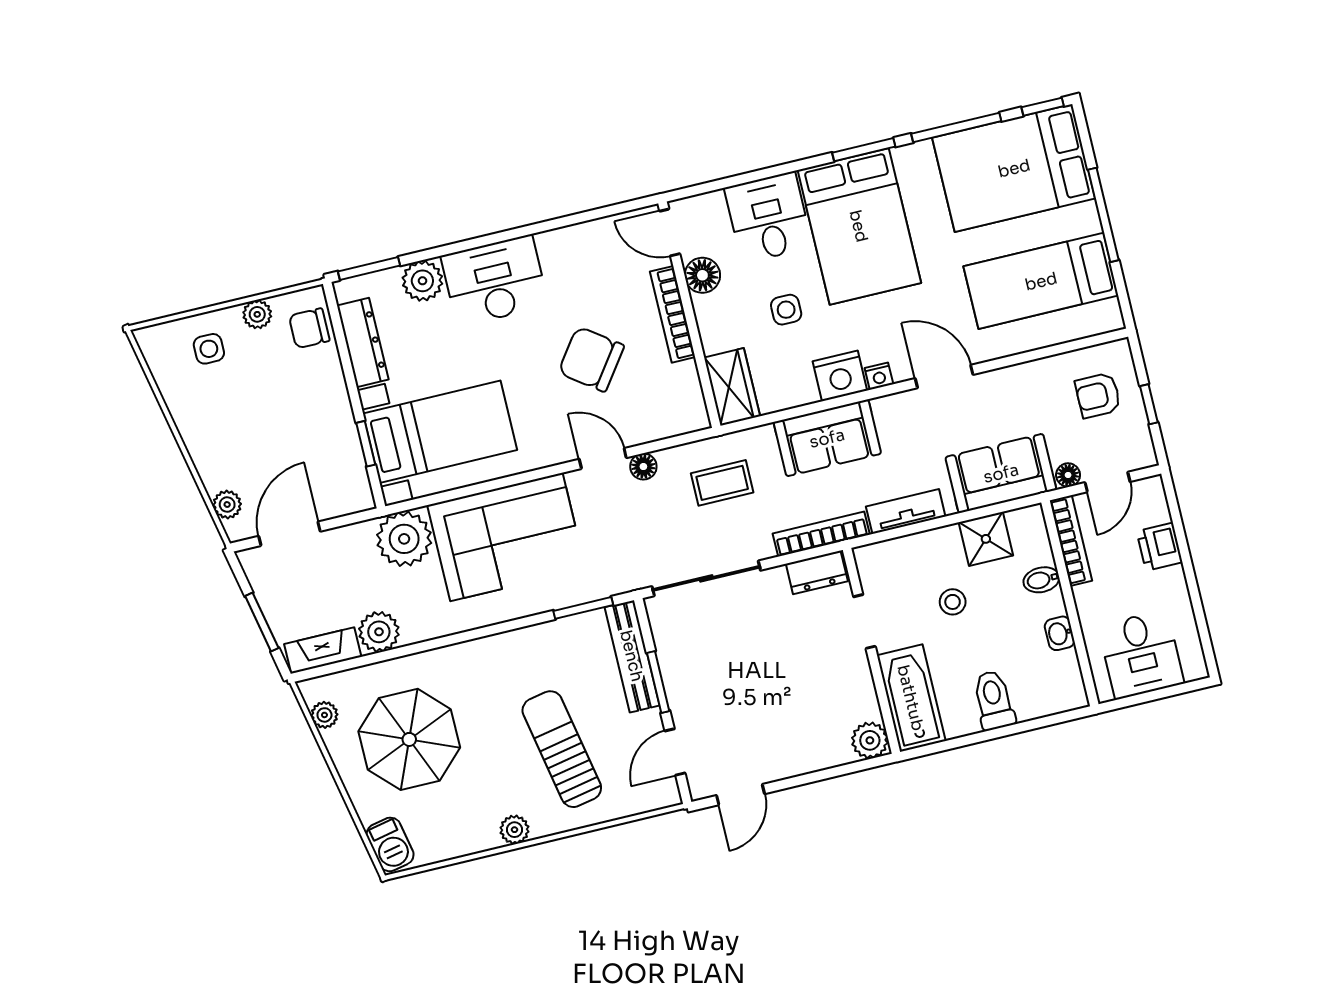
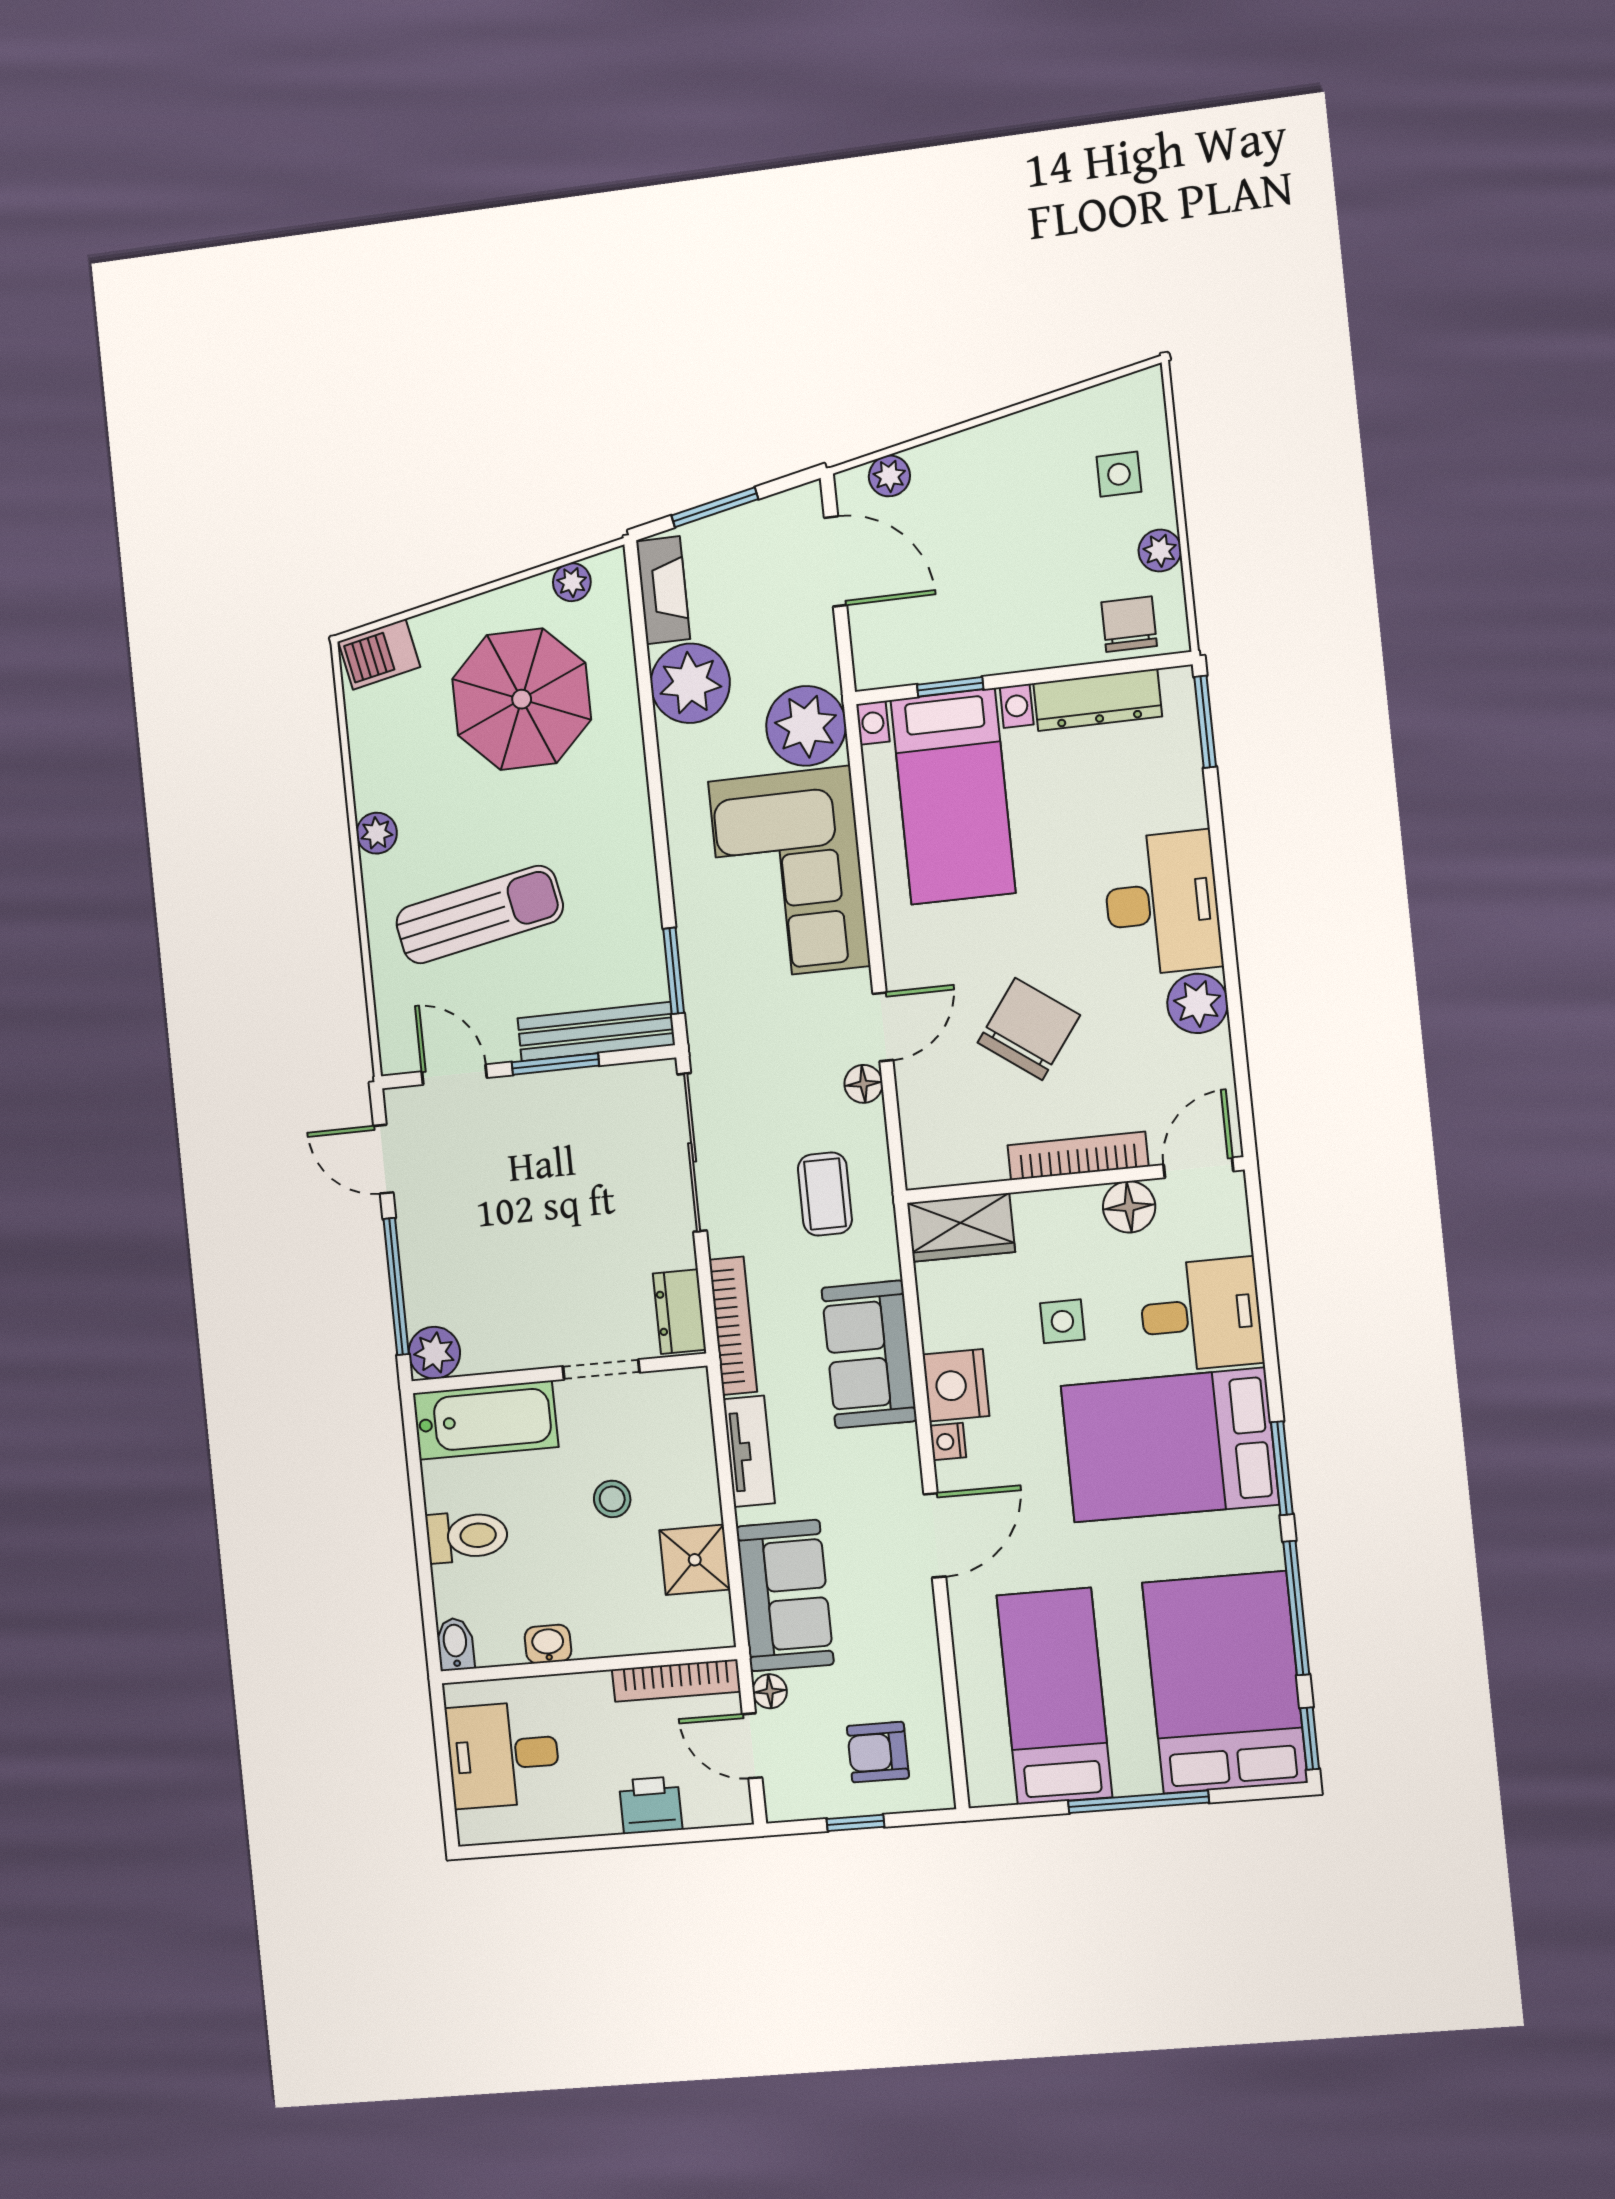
plant: (422, 281) -> (1197, 1003), moved
armchair: (1098, 395) -> (878, 1752), turned -90
bidet: (1041, 580) -> (455, 1644), moved
plant: (379, 632) -> (690, 683), width x1.36, depth x1.36
window: (828, 774) -> (396, 1286), added

